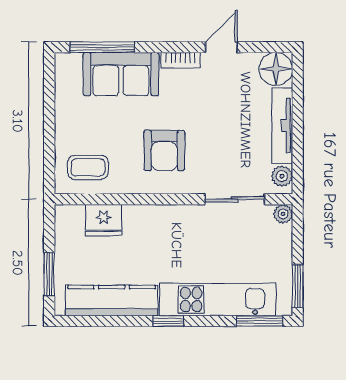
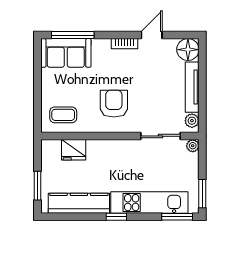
sofa: (121, 74) -> (66, 53), moved
armchair: (164, 150) -> (114, 104), turned 180

